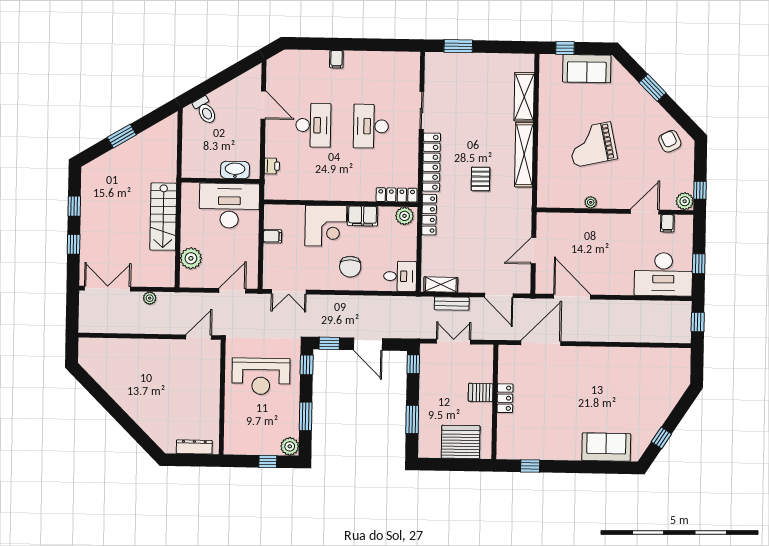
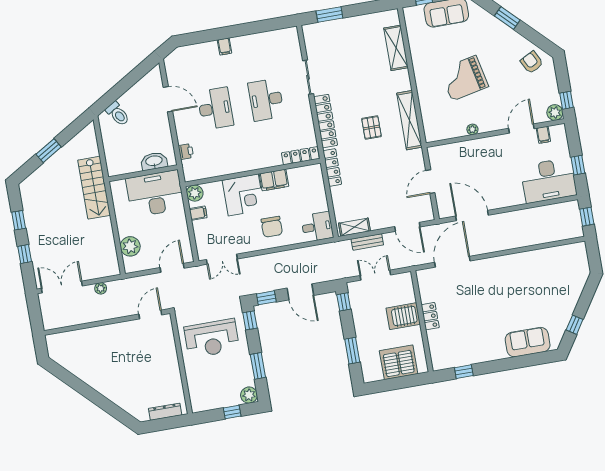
shelving: (524, 155) -> (409, 120), moved
plant: (405, 216) -> (195, 193), moved
stairs: (163, 217) -> (94, 188), moved
server rack: (481, 392) -> (403, 316), width x1.36, depth x1.44

